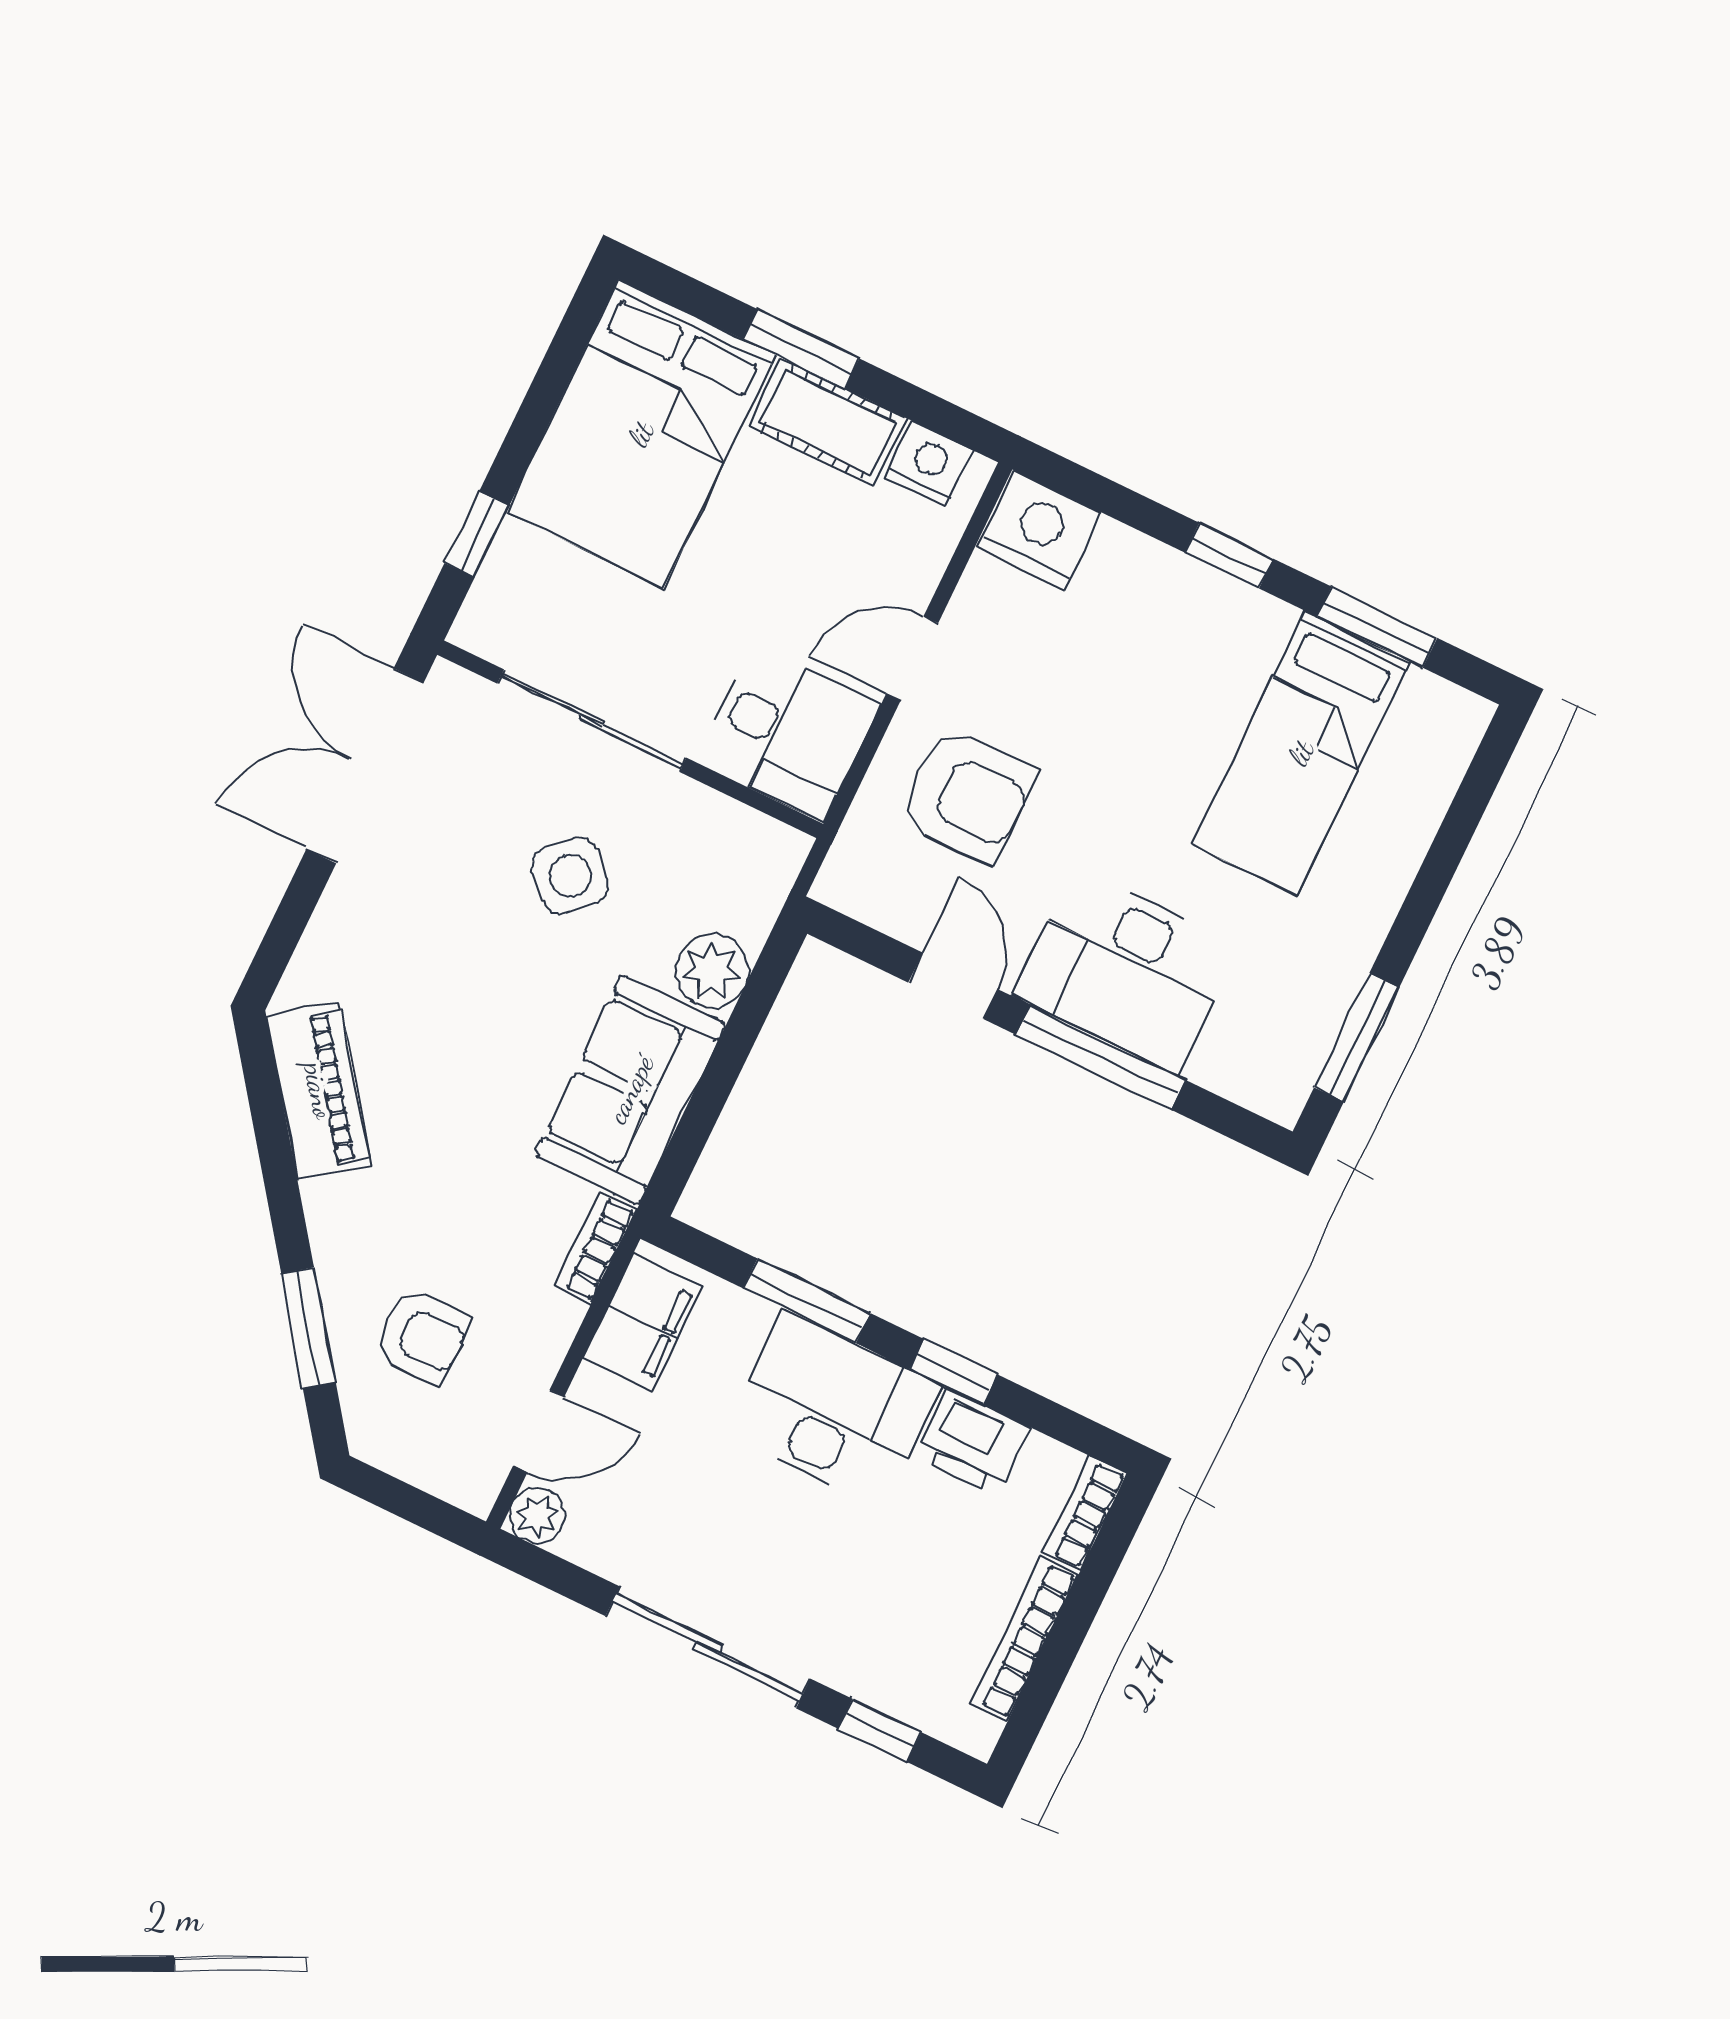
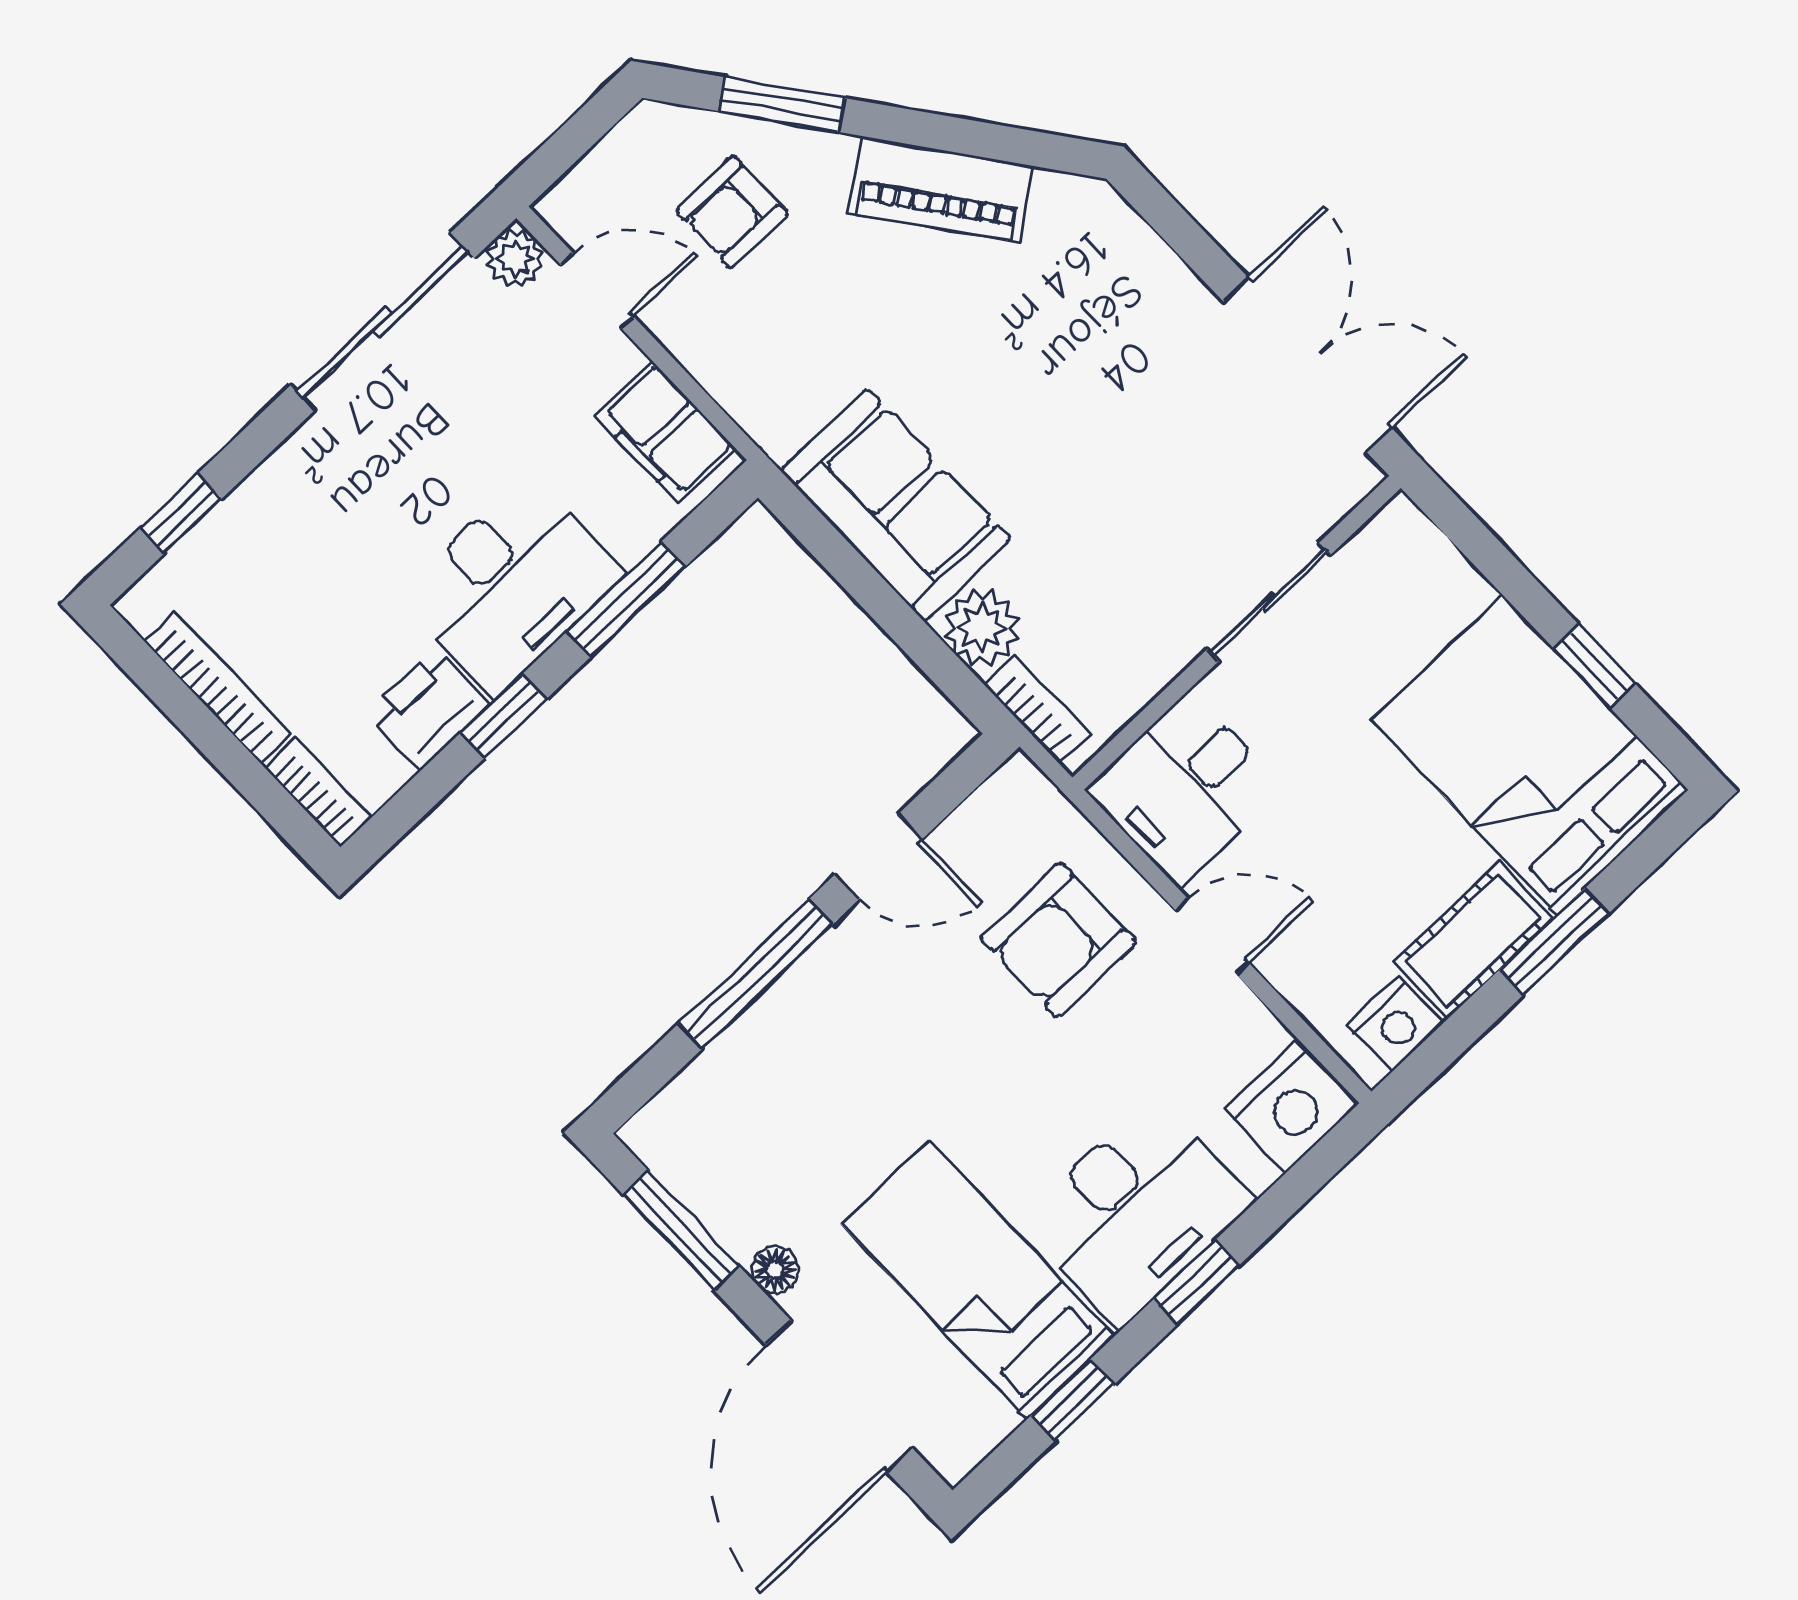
window: (477, 535) -> (1595, 666), moved
window: (1377, 627) -> (1073, 1400), width x0.67
door: (912, 658) -> (1212, 937), hinge flipped
sliding door: (592, 721) -> (1269, 602), width x0.73
door: (1453, 839) -> (839, 1396), added
side table: (570, 876) -> (1126, 524), removed
floor lamp: (1360, 940) -> (775, 1270), added
desk: (1126, 971) -> (1137, 1211), moved, turned 180
piano: (319, 1091) -> (941, 189), moved
bookcase: (595, 1248) -> (1037, 709), moved
door: (539, 1431) -> (597, 291), swing flipped
sliding door: (708, 1647) -> (382, 322), moved

